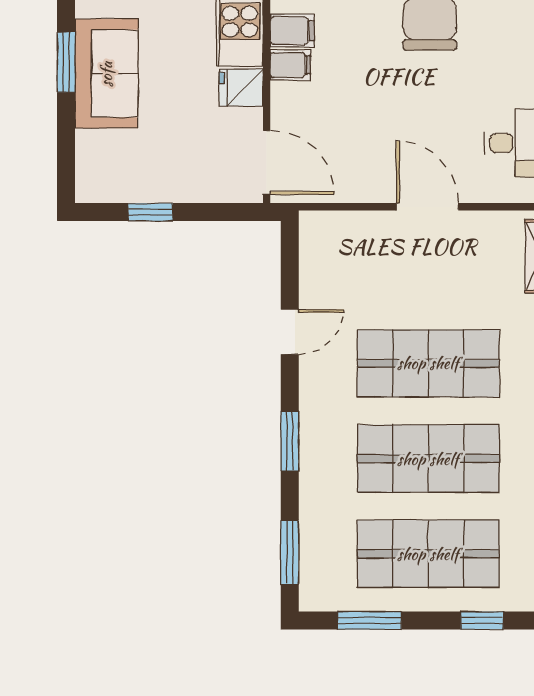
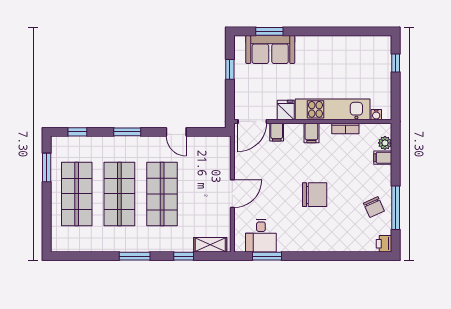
window: (66, 62) -> (269, 31), moved
filing cabinet: (290, 65) -> (277, 132), moved
sofa: (106, 74) -> (270, 50), moved
window: (290, 552) -> (77, 132), width x0.67
window: (482, 620) -> (47, 218), removed

